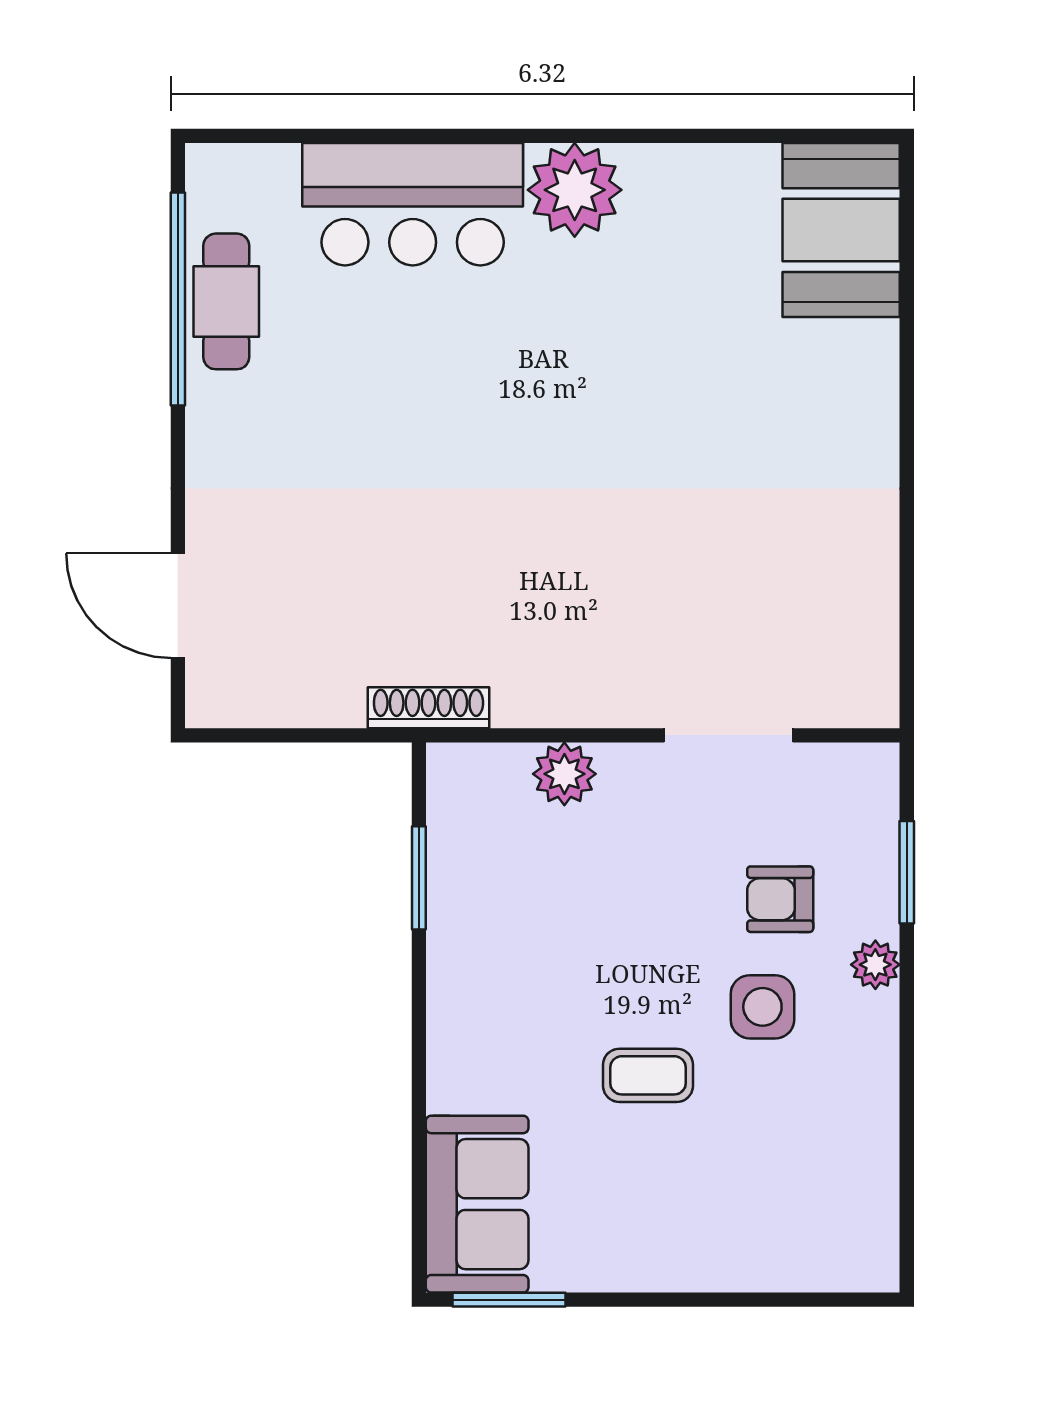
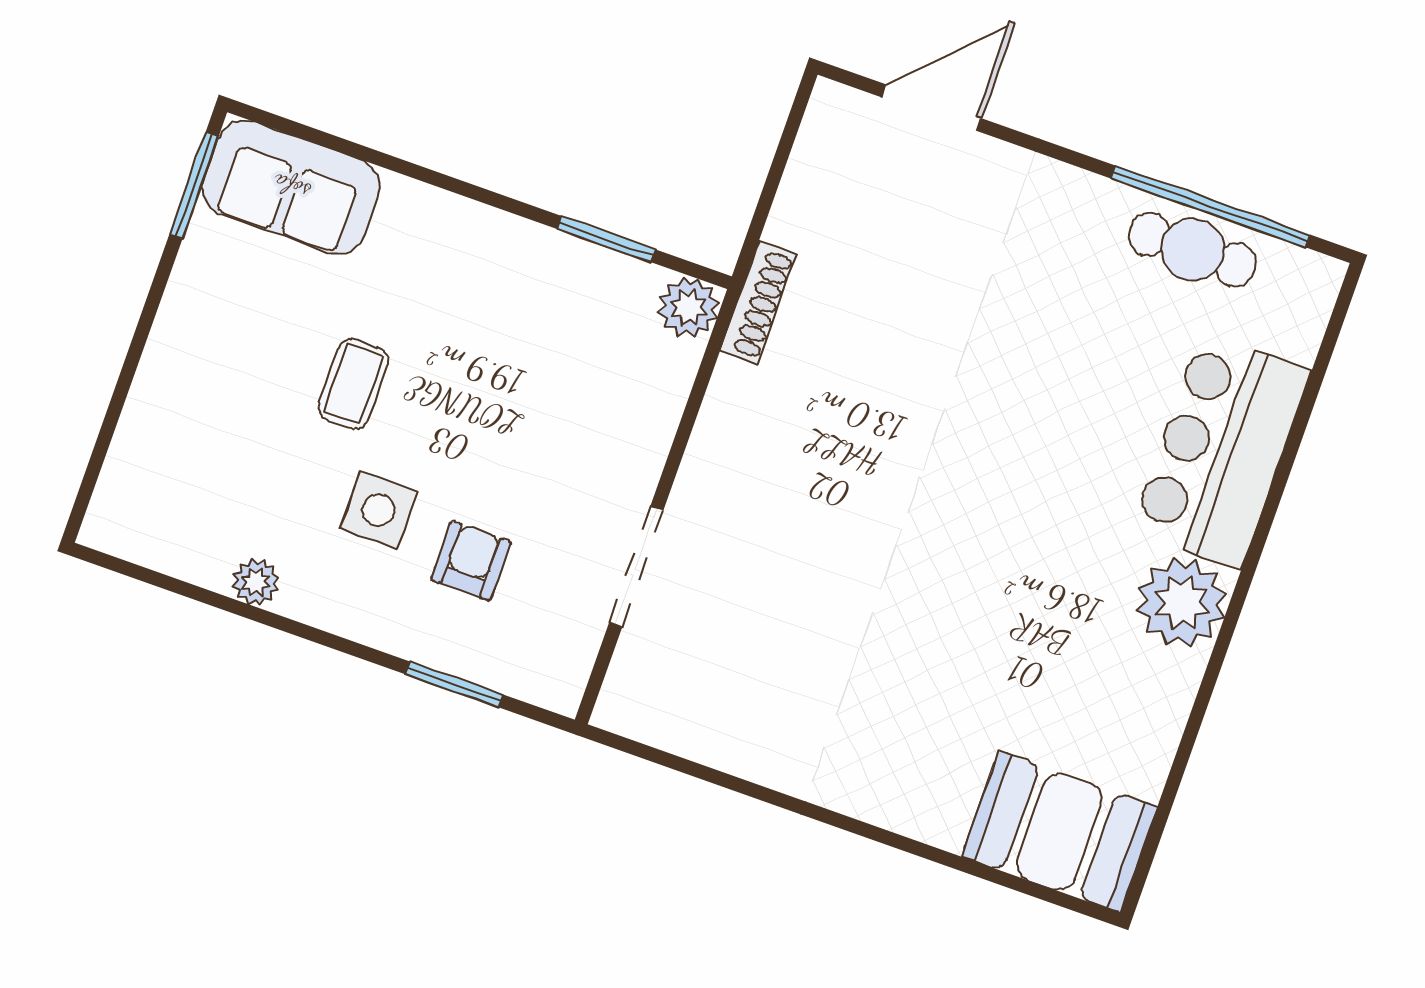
plant: (564, 774) -> (689, 308), moved
plant: (875, 965) -> (256, 582), moved

